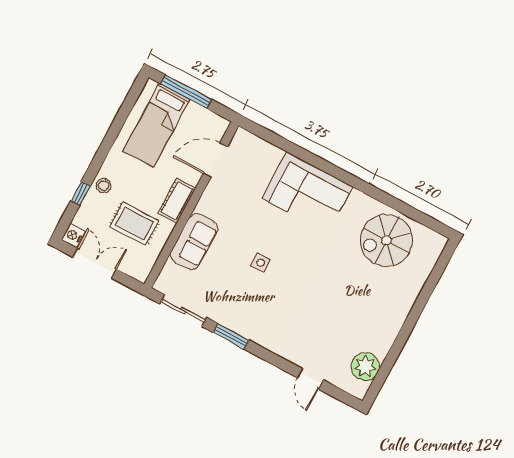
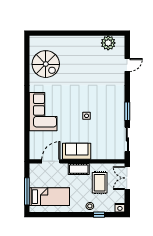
door: (215, 160) -> (51, 161), swing flipped
sofa: (194, 241) -> (77, 151), moved
double door: (94, 263) -> (127, 178), moved

